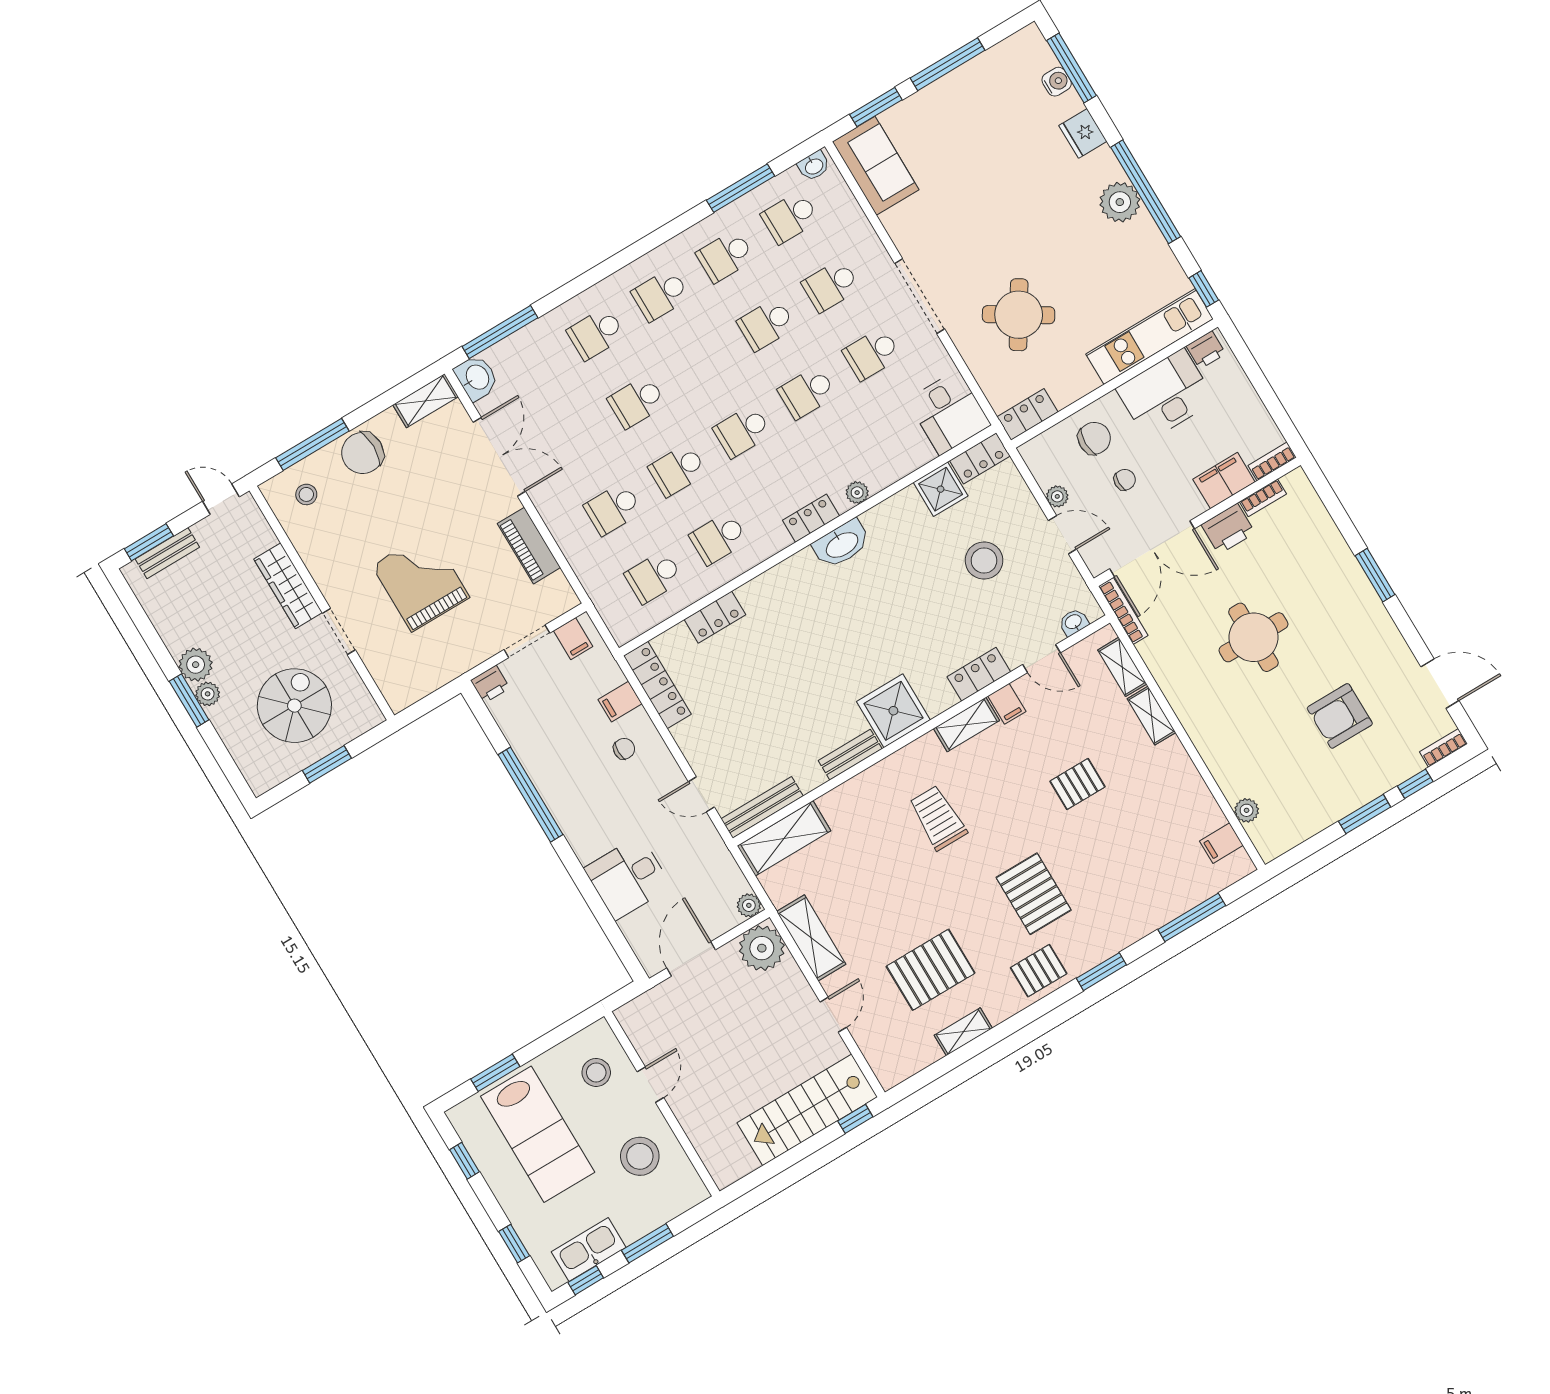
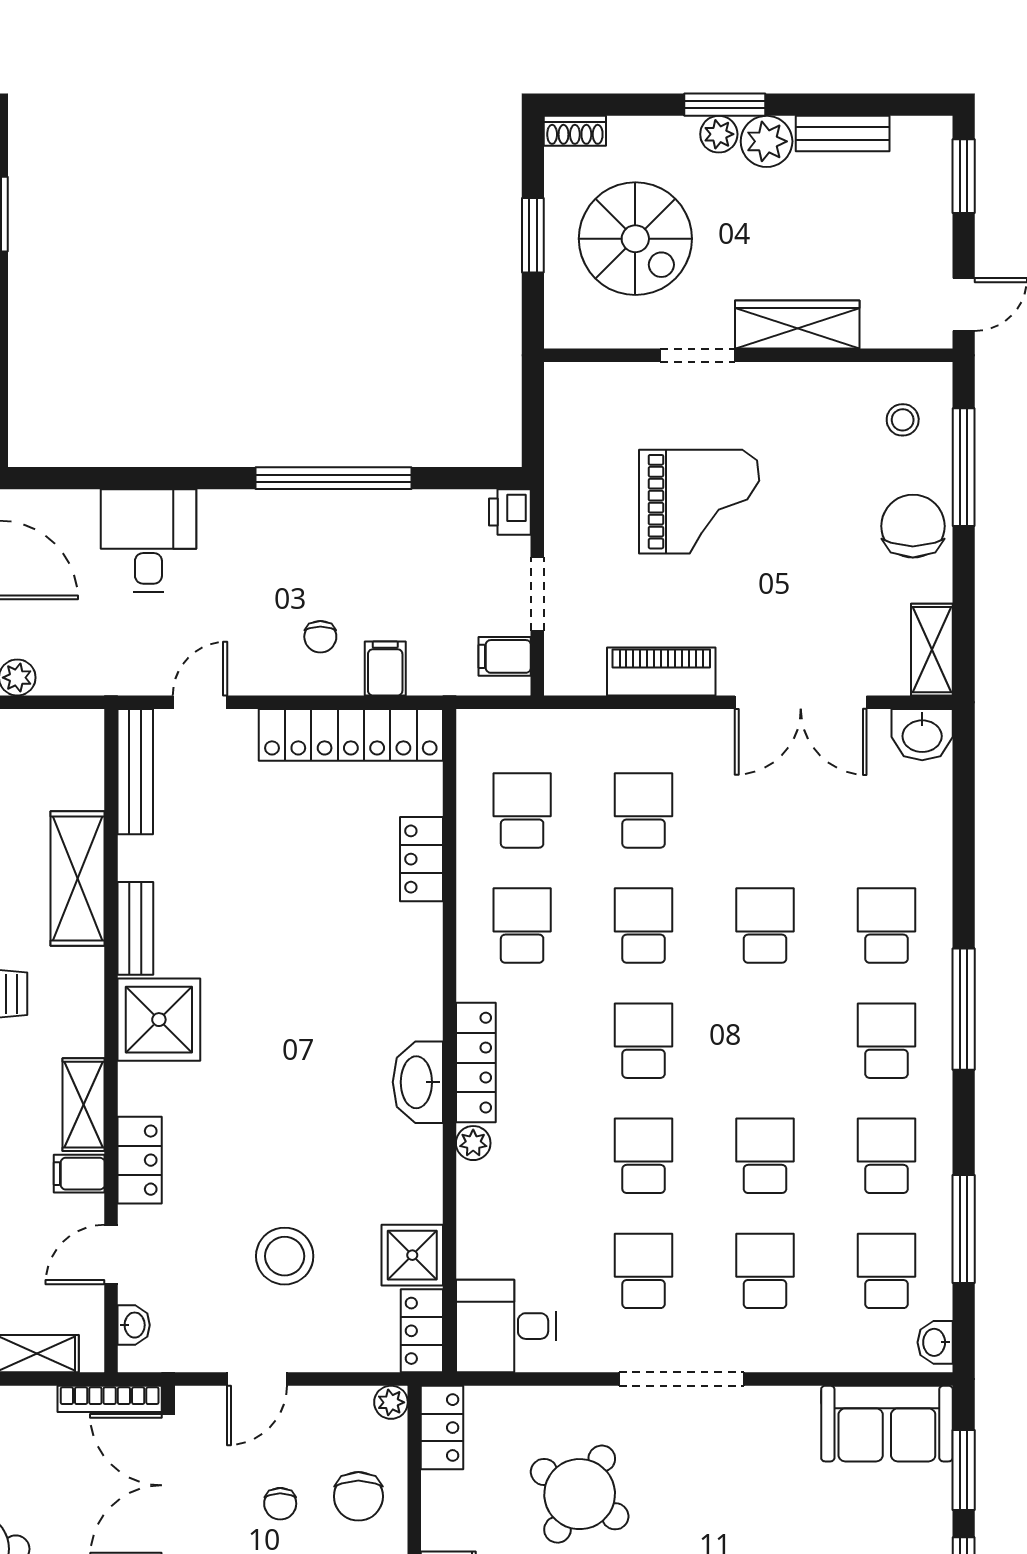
window: (500, 332) -> (964, 1009), moved
plant: (1057, 496) -> (391, 1402), moved
locker: (811, 518) -> (476, 1063), width x1.53
bench: (167, 553) -> (843, 134), moved, turned 90
locker: (657, 685) -> (351, 735), width x1.41, depth x1.21
shoe rack: (254, 776) -> (575, 131), added
shelving: (784, 838) -> (78, 879), moved

